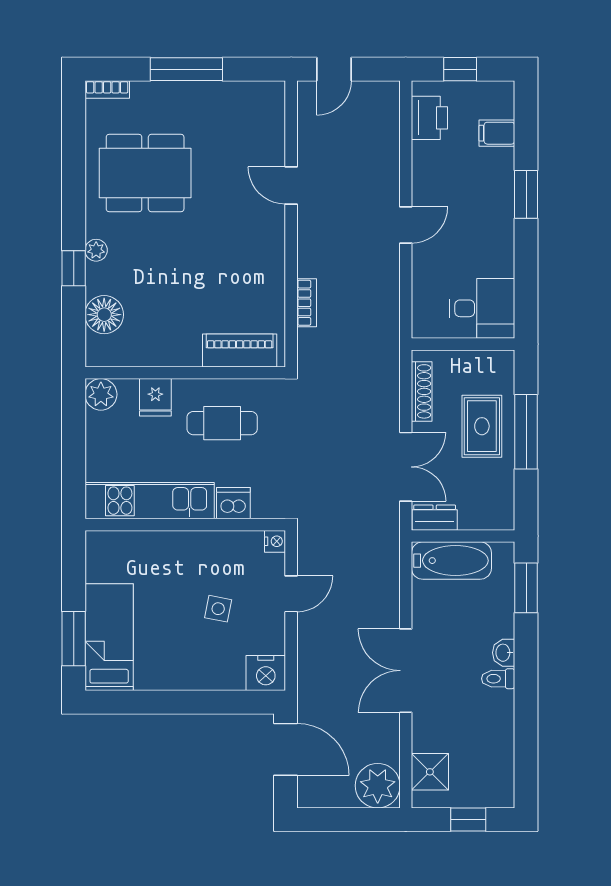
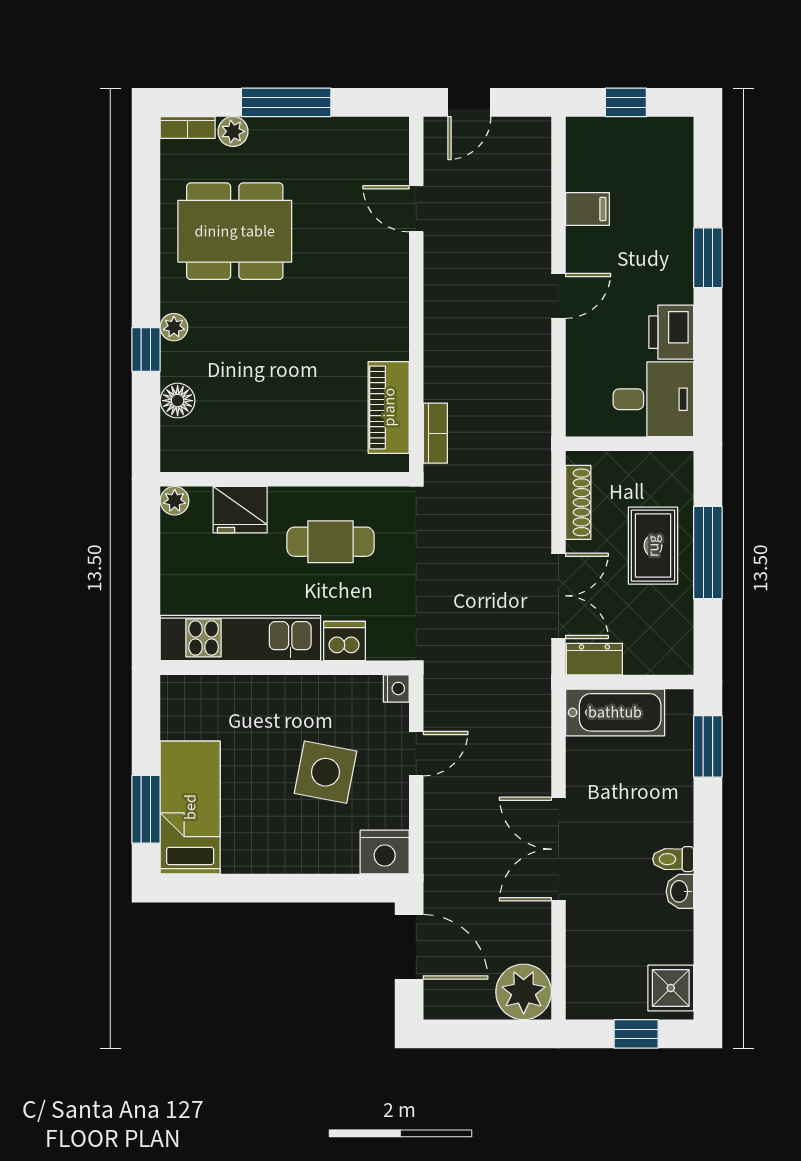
plant: (144, 93) -> (233, 131), added
printer: (429, 118) -> (671, 332), moved, turned 180
filing cabinet: (497, 133) -> (588, 209), moved, turned 180
door: (291, 186) -> (416, 209), moved
bookcase: (307, 303) -> (435, 433), moved
floor lamp: (104, 315) -> (178, 401), width x0.73, depth x0.73
piano: (240, 351) -> (389, 407), moved, turned -90
plant: (101, 394) -> (175, 501), width x0.73, depth x0.73
fridge: (155, 397) -> (240, 510), width x1.38
side table: (218, 609) -> (326, 772), width x1.87, depth x1.87
washbasin: (504, 653) -> (680, 891), moved
shower: (430, 772) -> (671, 988), moved

